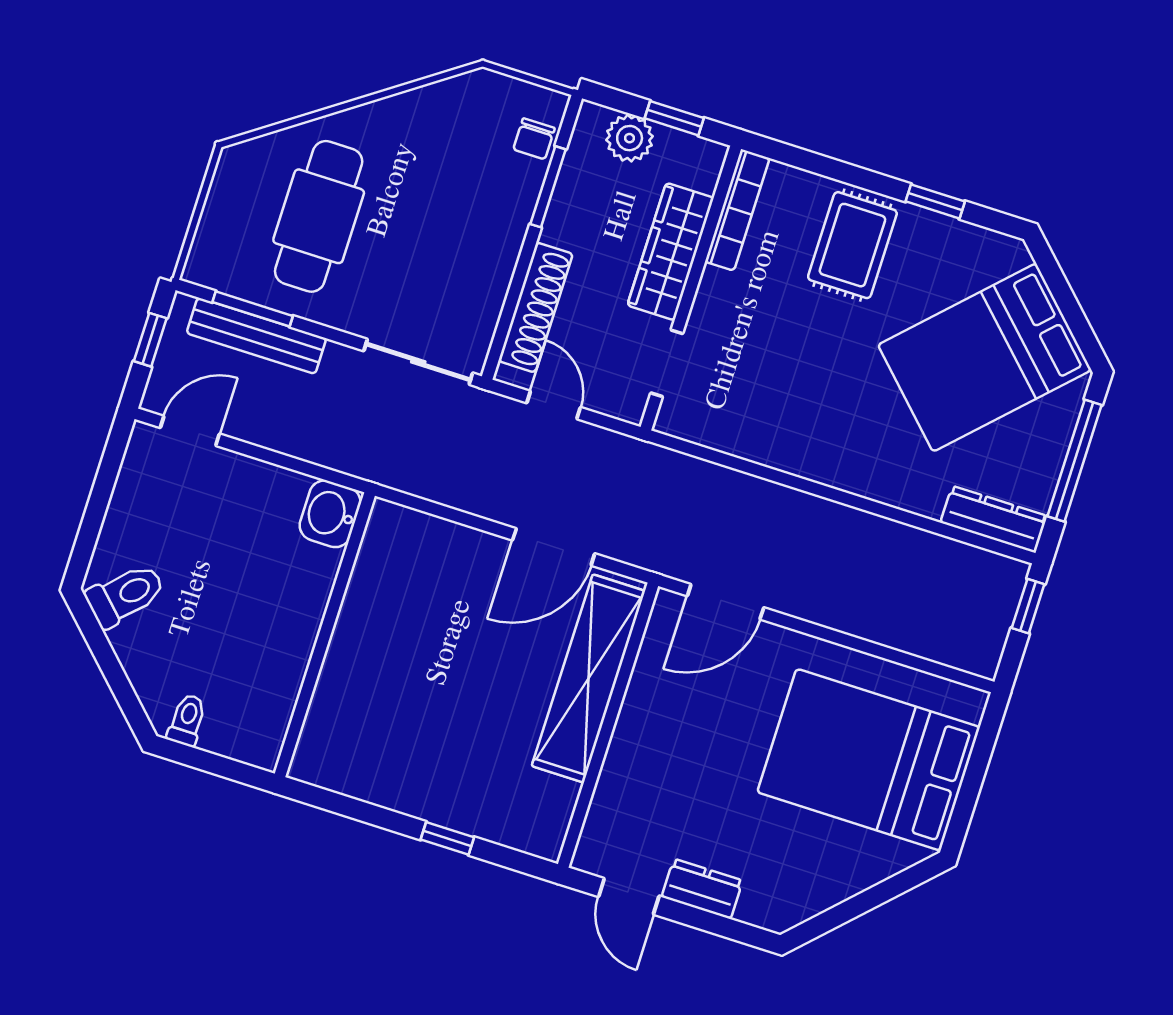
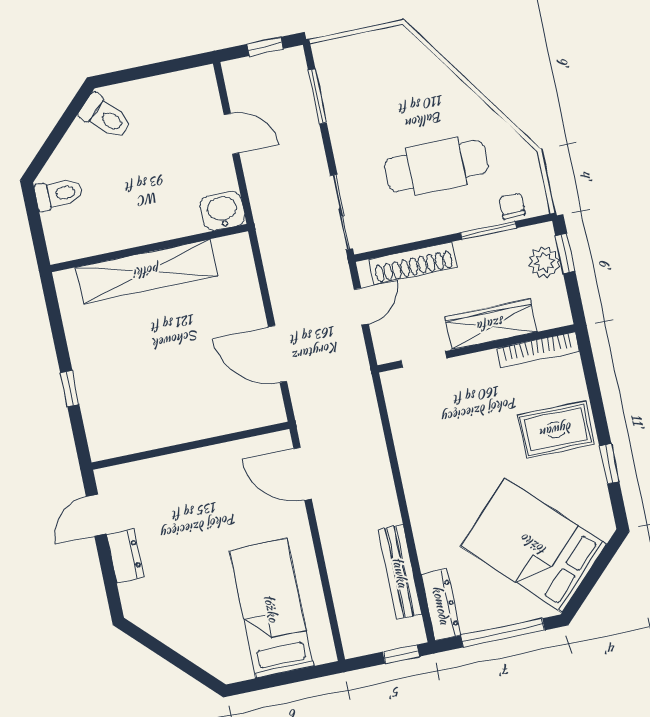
window: (674, 118) -> (565, 254), moved
chair: (534, 139) -> (512, 206), turned 90
cafe table: (319, 216) -> (436, 166), moved
bench: (256, 336) -> (400, 572), moved
door: (190, 431) -> (232, 134), moved
shelving: (588, 678) -> (147, 271), moved
toilet: (187, 720) -> (59, 194), width x1.37, depth x1.39
bed: (869, 760) -> (271, 608), width x0.67

